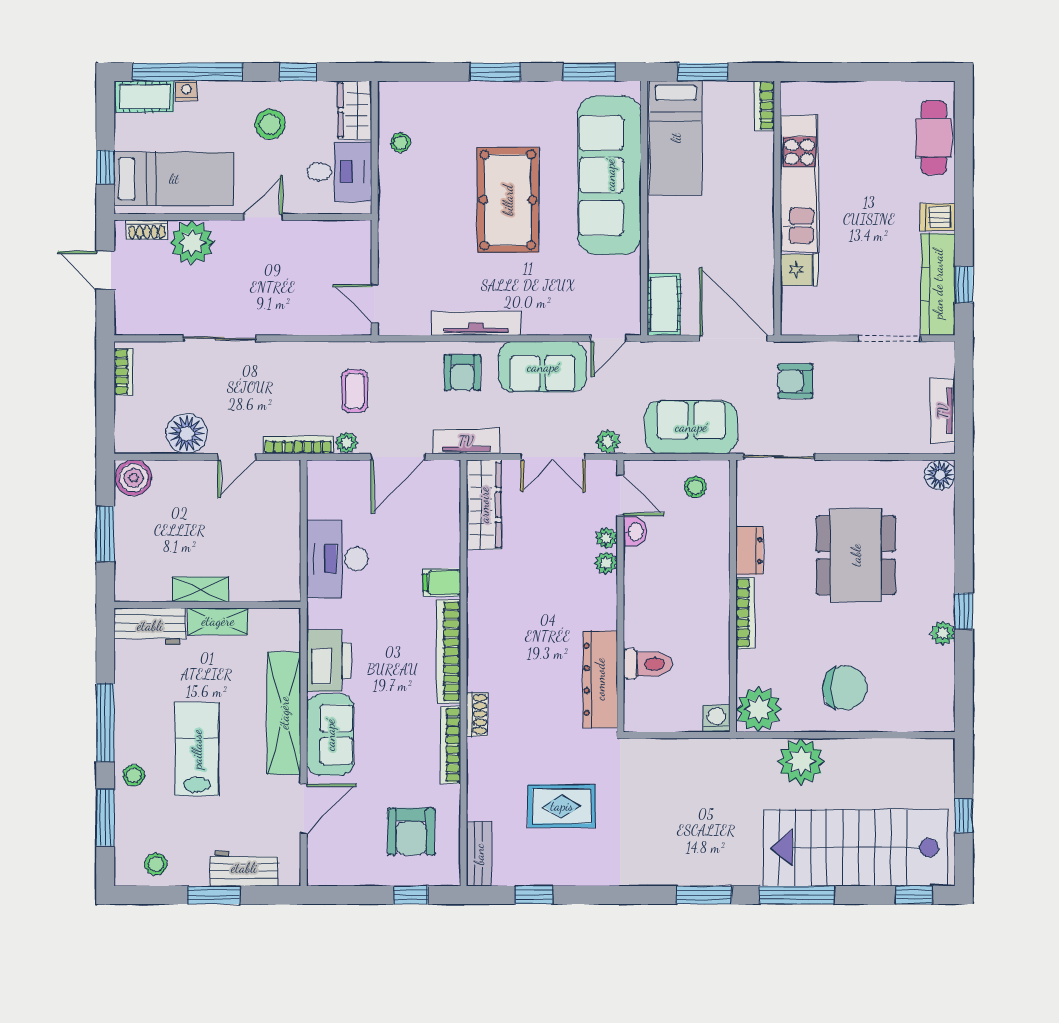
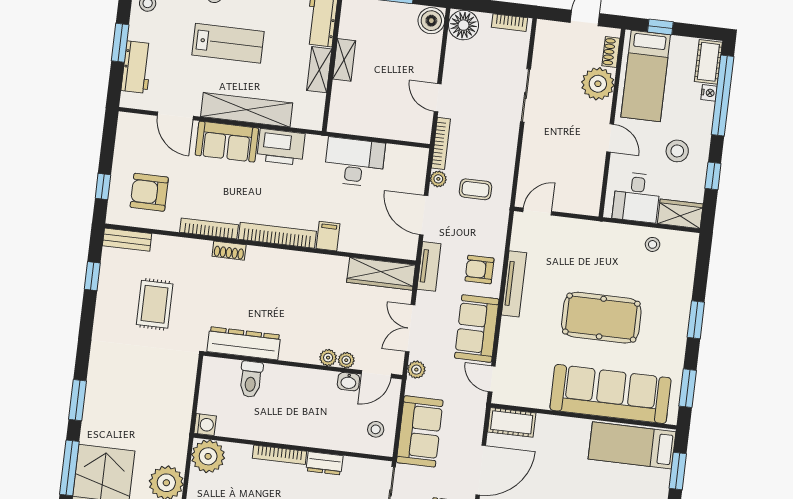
floor lamp: (187, 434) -> (463, 25), moved

